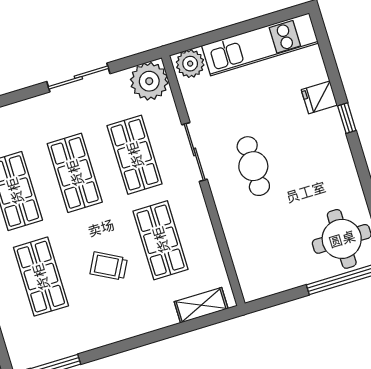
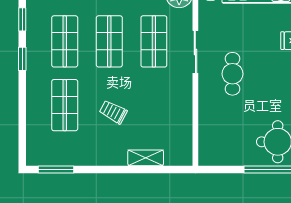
shop shelf: (161, 240) -> (154, 105), removed
shelving: (201, 305) -> (146, 158), moved

